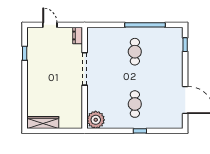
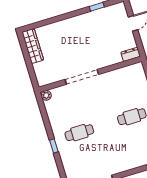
doorway: (85, 69) -> (82, 77), moved
plant: (96, 120) -> (46, 95), width x0.53, depth x0.53

